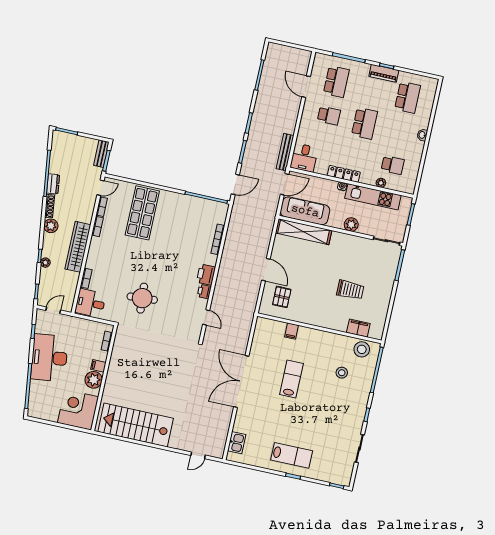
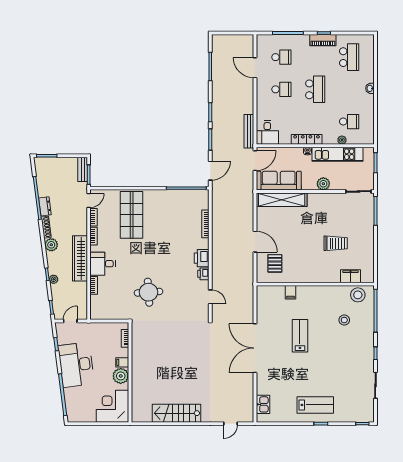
school desk: (336, 82) -> (281, 57), width x0.54
desk: (90, 303) -> (103, 264), moved
stairs: (136, 425) -> (177, 413), width x0.73, depth x0.66

